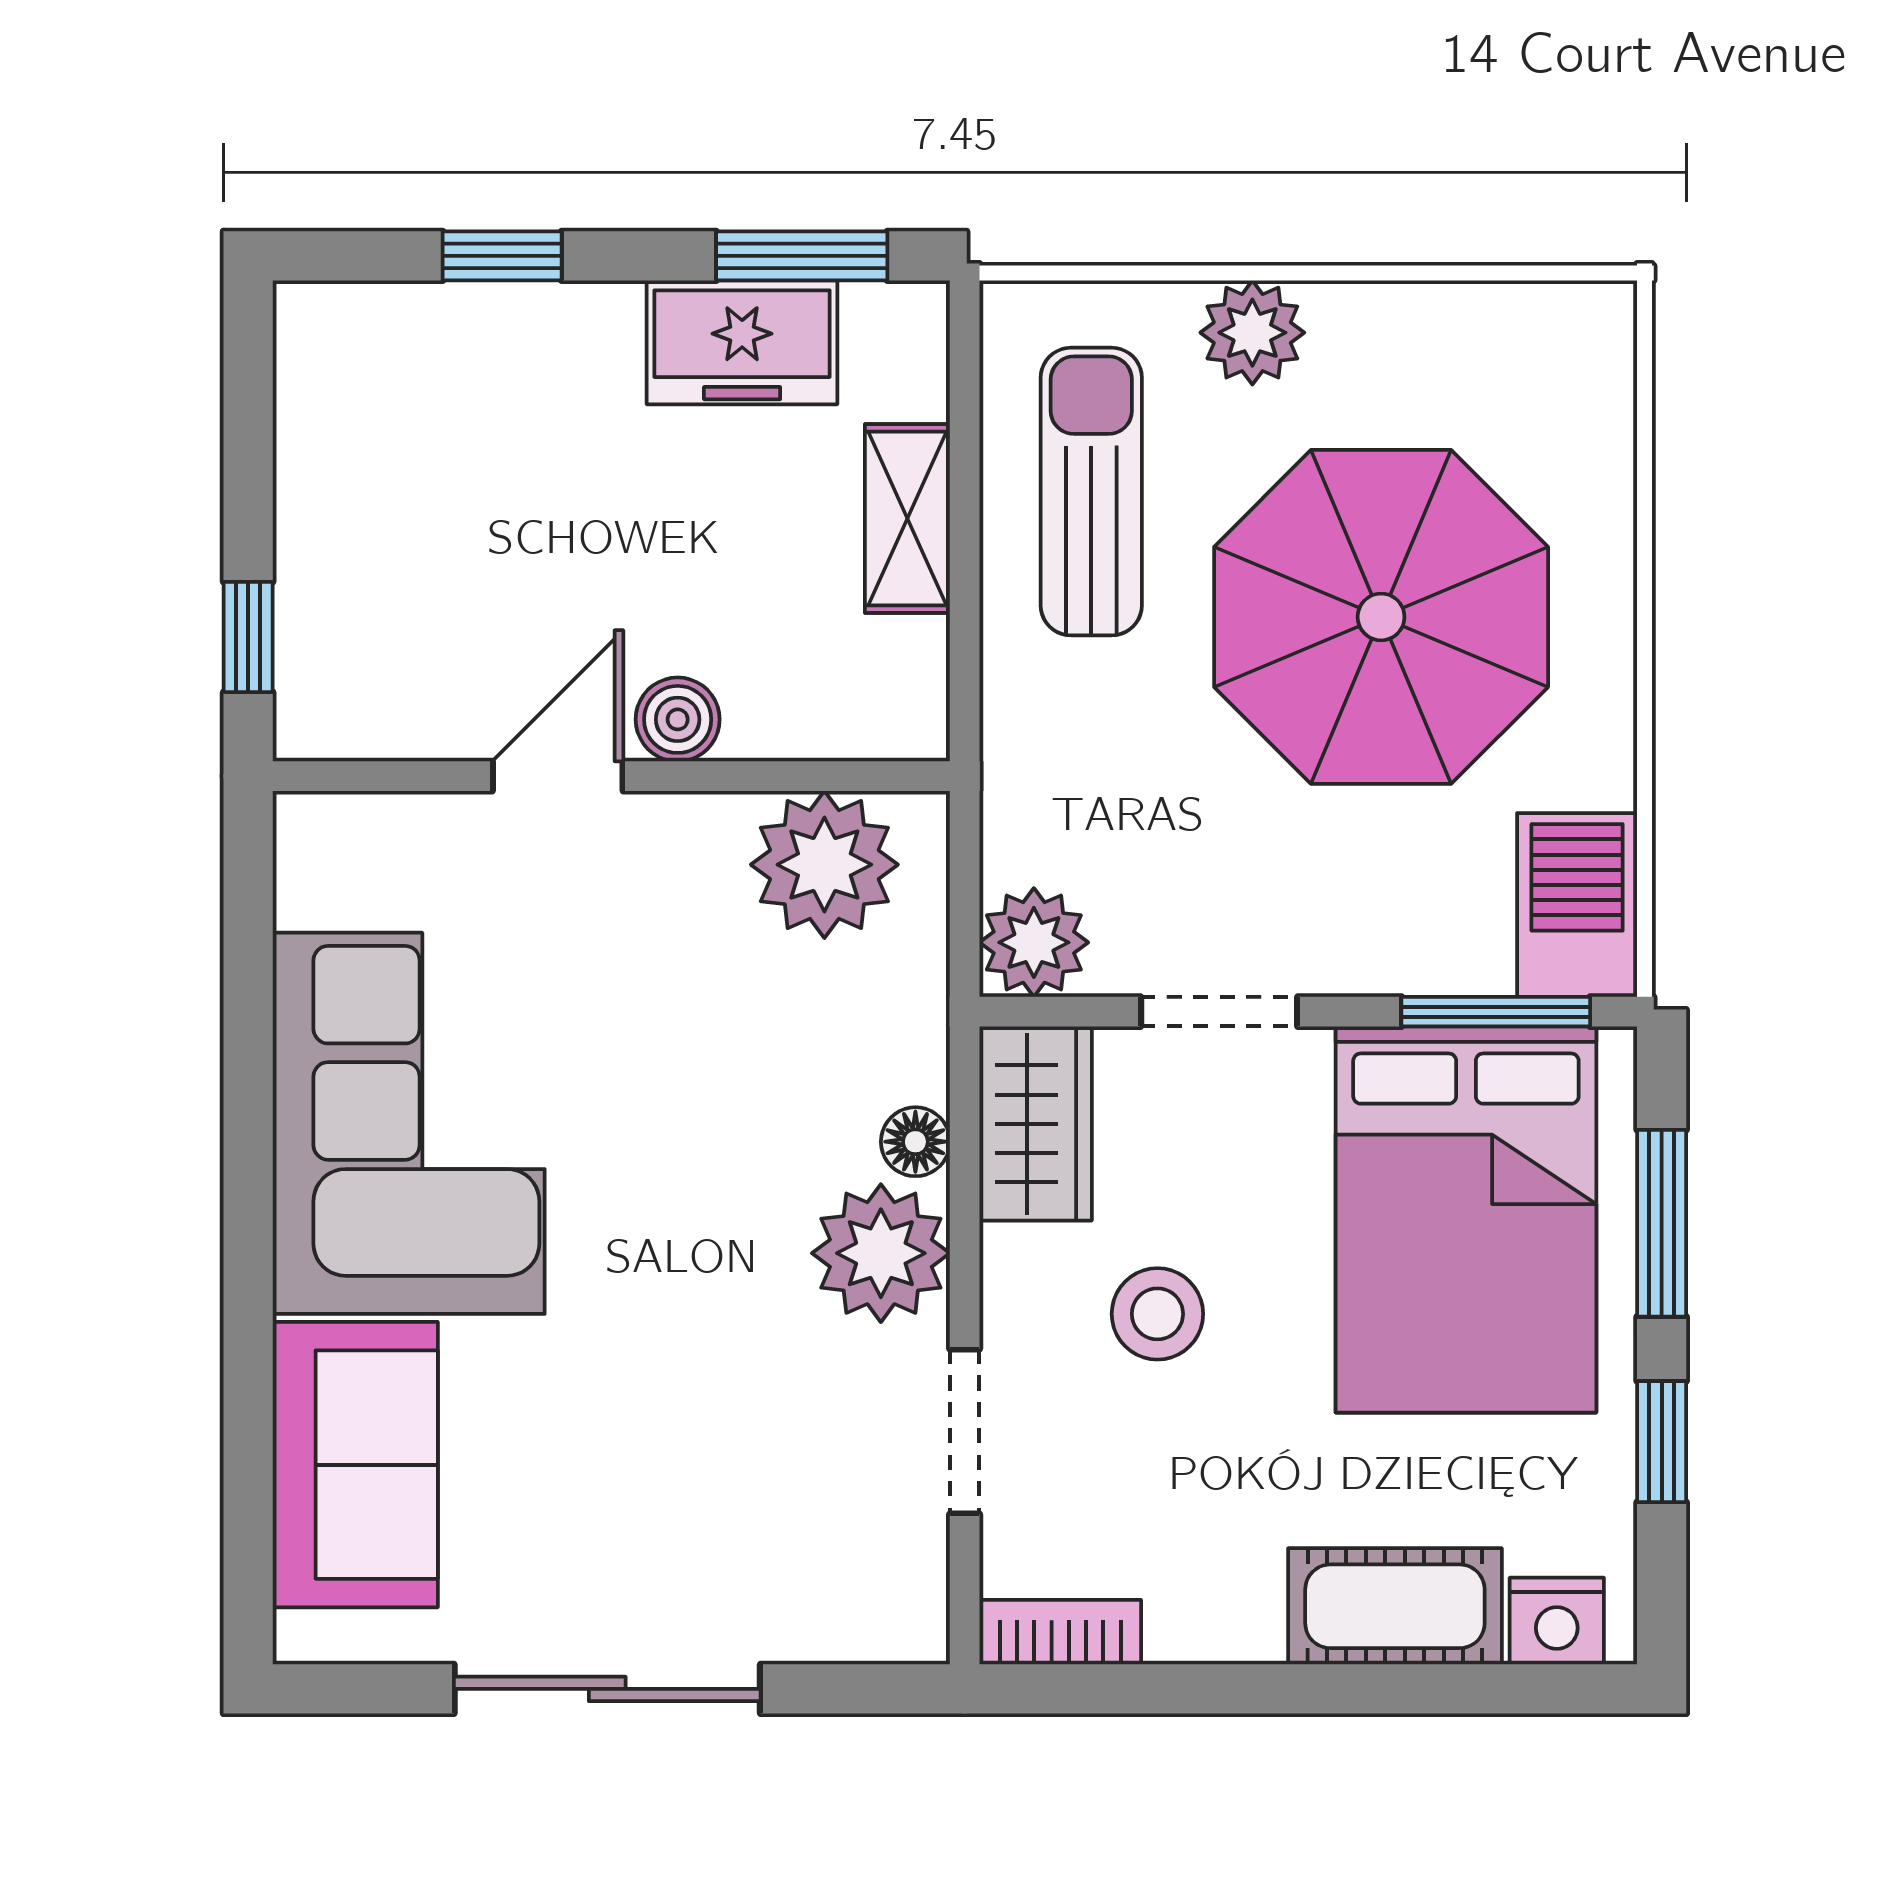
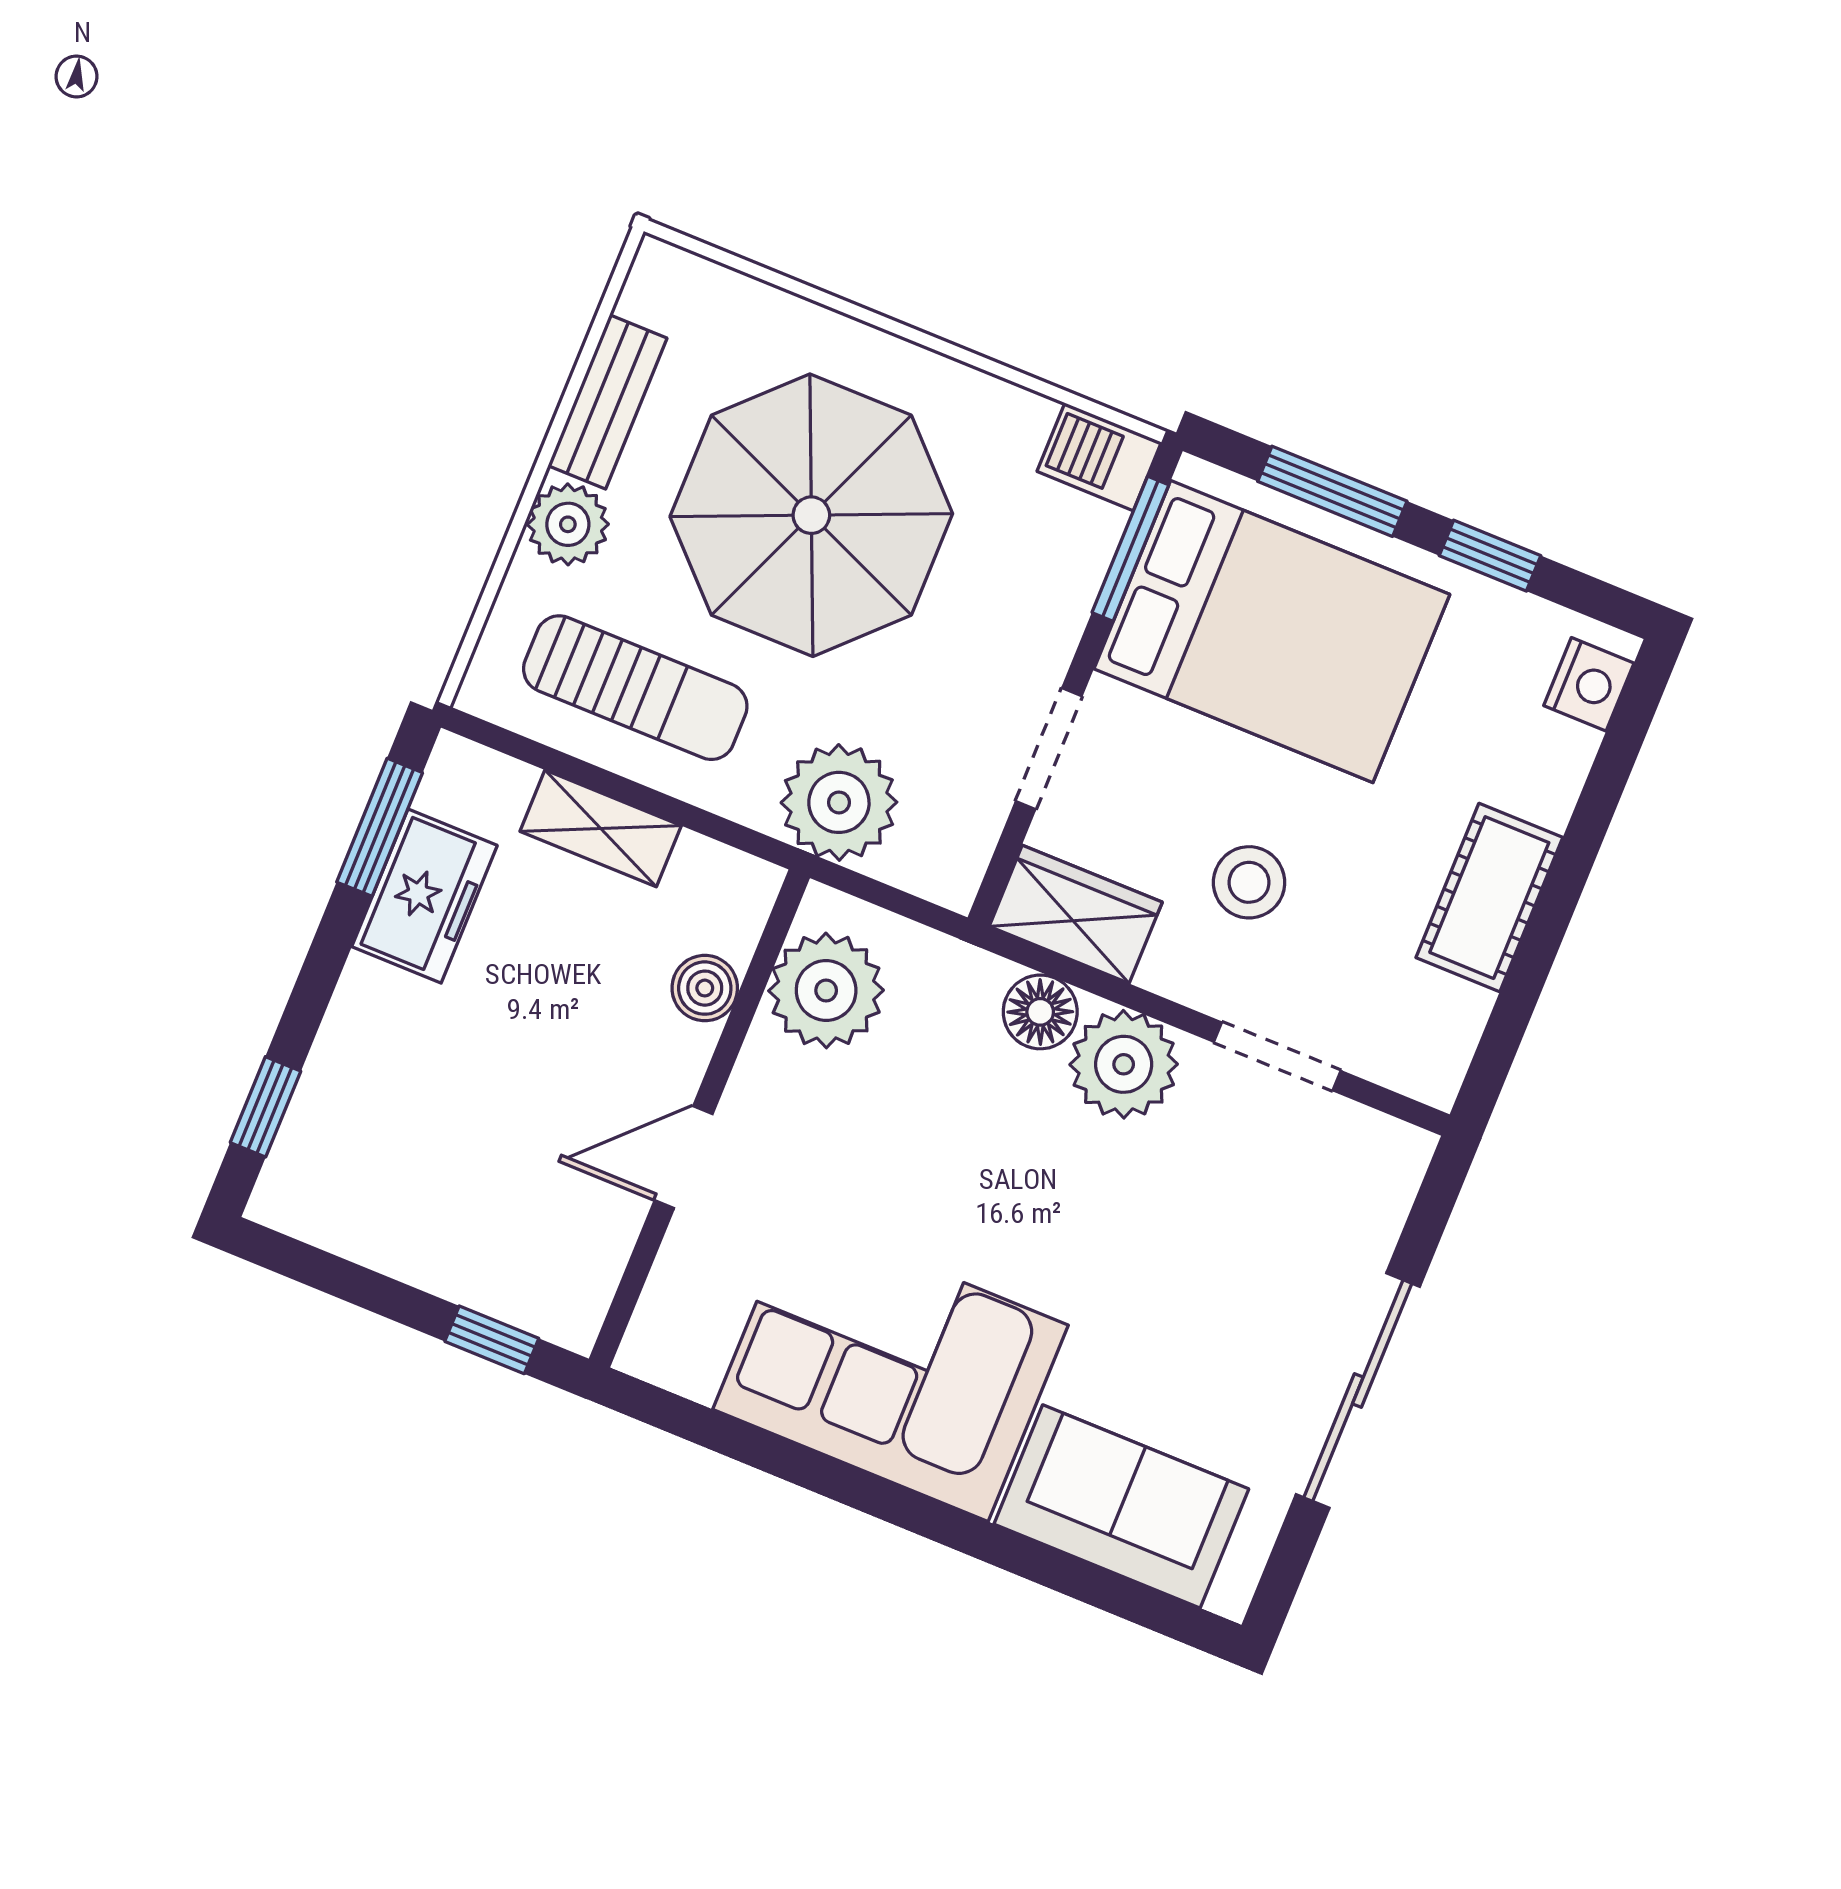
window: (502, 256) -> (266, 1107), moved
bench: (1417, 320) -> (607, 402), added
sun lounger: (1091, 492) -> (635, 688), turned 180
boiler: (678, 719) -> (705, 988), moved
door: (558, 776) -> (684, 1157), hinge flipped
barbecue: (1577, 905) -> (1099, 457), width x0.73, depth x0.79
plant: (1034, 942) -> (839, 802), moved, width x1.36, depth x1.36
floor lamp: (915, 1142) -> (1040, 1012), width x1.37, depth x1.37
cot: (1395, 1606) -> (1489, 898), moved
bookcase: (1060, 1632) -> (1450, 1046), removed

